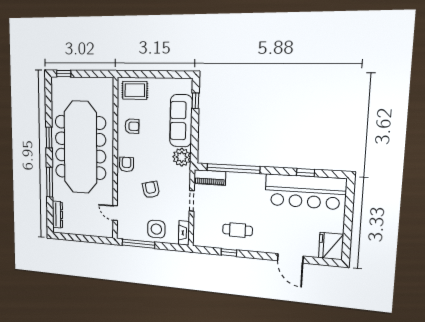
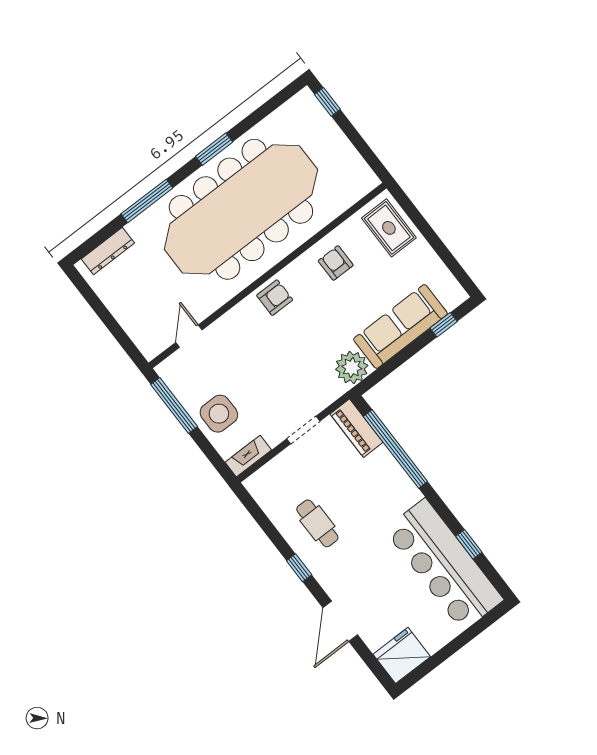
armchair: (132, 126) -> (336, 263), turned 180
armchair: (151, 190) -> (269, 361), removed
window: (229, 252) -> (299, 568), moved

